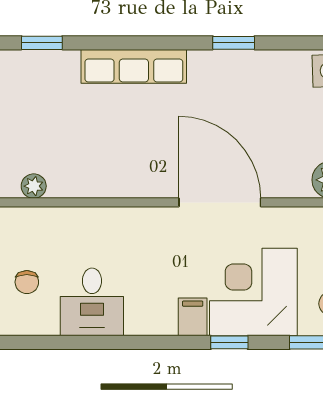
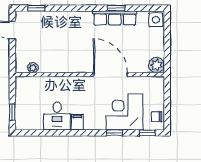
row of seats: (134, 66) -> (115, 18), moved
chair: (27, 282) -> (30, 108), removed
filing cabinet: (193, 317) -> (77, 122), moved

